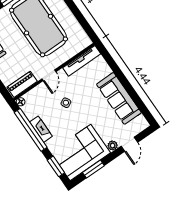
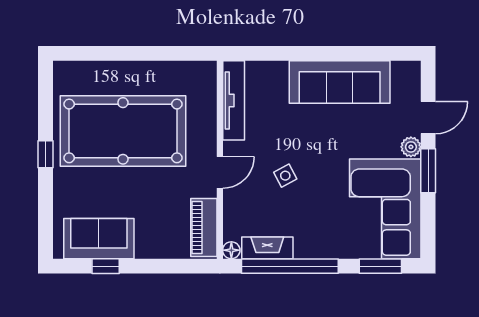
door: (49, 75) -> (220, 172), hinge flipped
fireplace: (41, 129) -> (267, 248), moved
door: (129, 144) -> (428, 118), hinge flipped
window: (93, 169) -> (428, 171), moved

